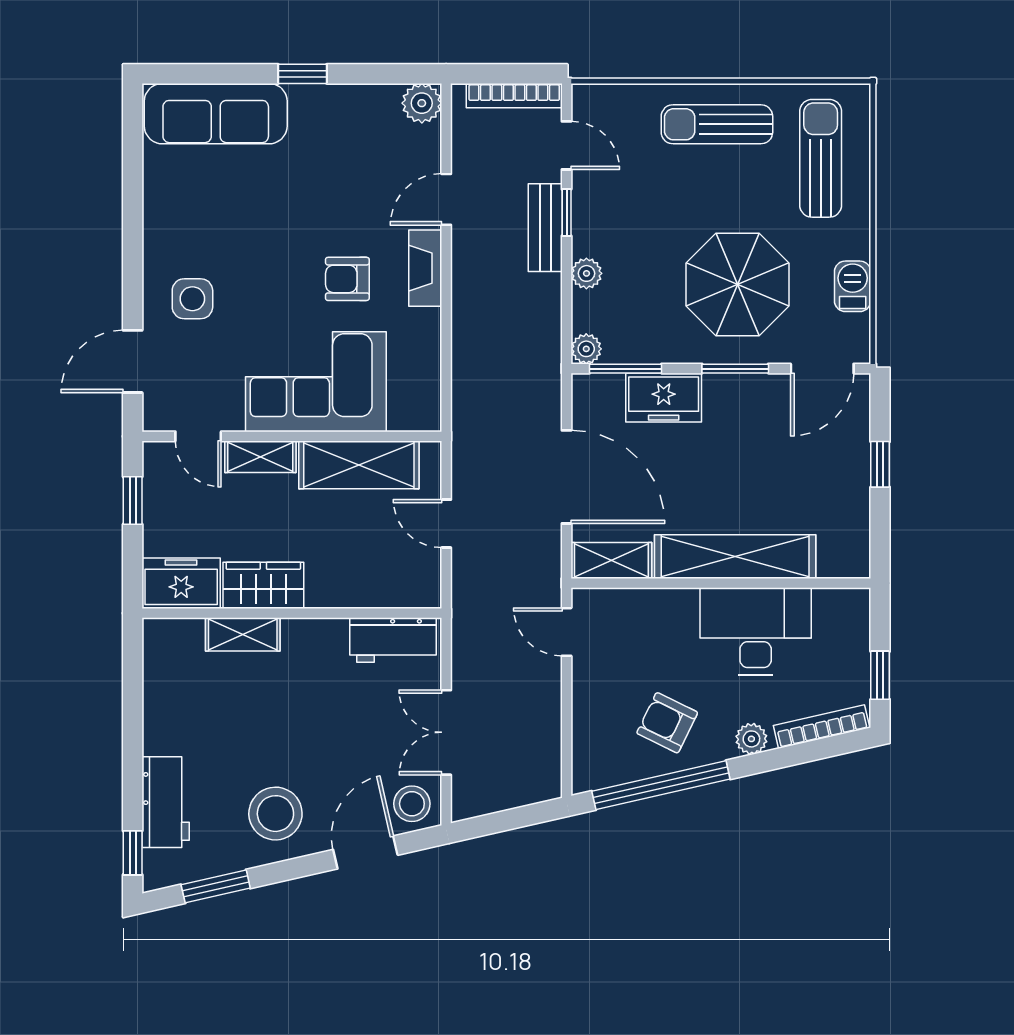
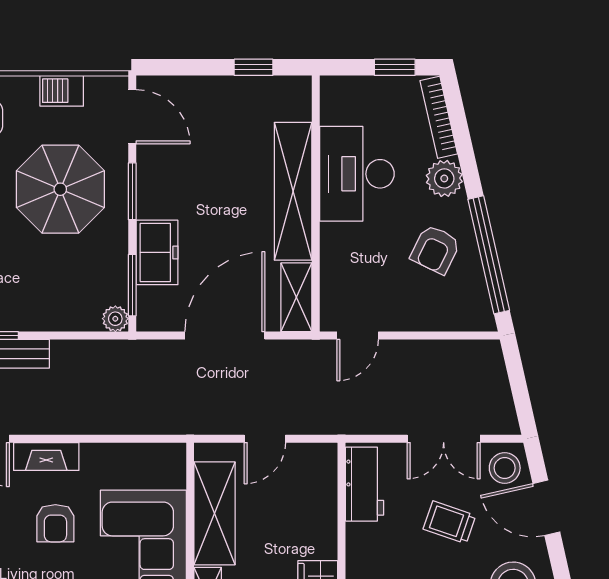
plant: (586, 273) -> (51, 319), removed
window: (880, 464) -> (254, 67), moved
trolley: (348, 739) -> (449, 522), added
plant: (751, 739) -> (444, 178), width x1.38, depth x1.38

